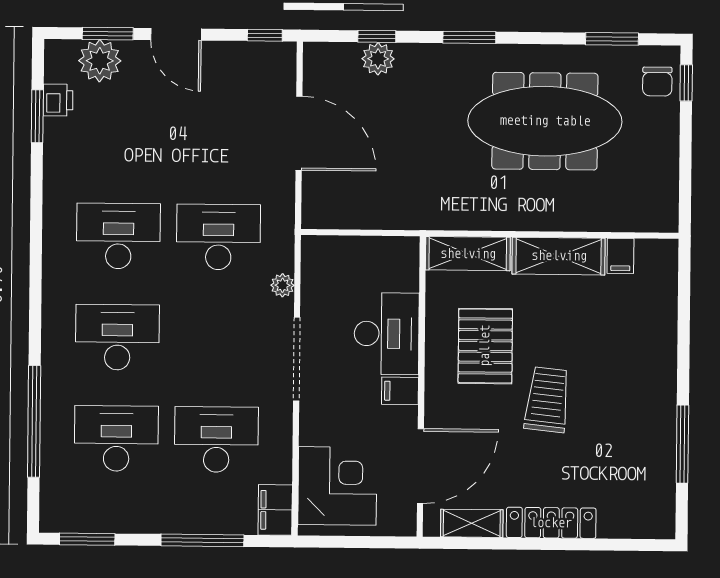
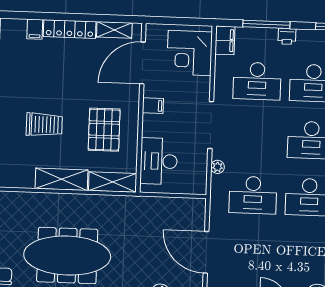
filing cabinet: (620, 256) -> (35, 29), moved, turned 180
desk: (387, 334) -> (159, 161), moved
trolley: (547, 400) -> (44, 125), moved, turned -96
printer: (166, 520) -> (287, 36), added

